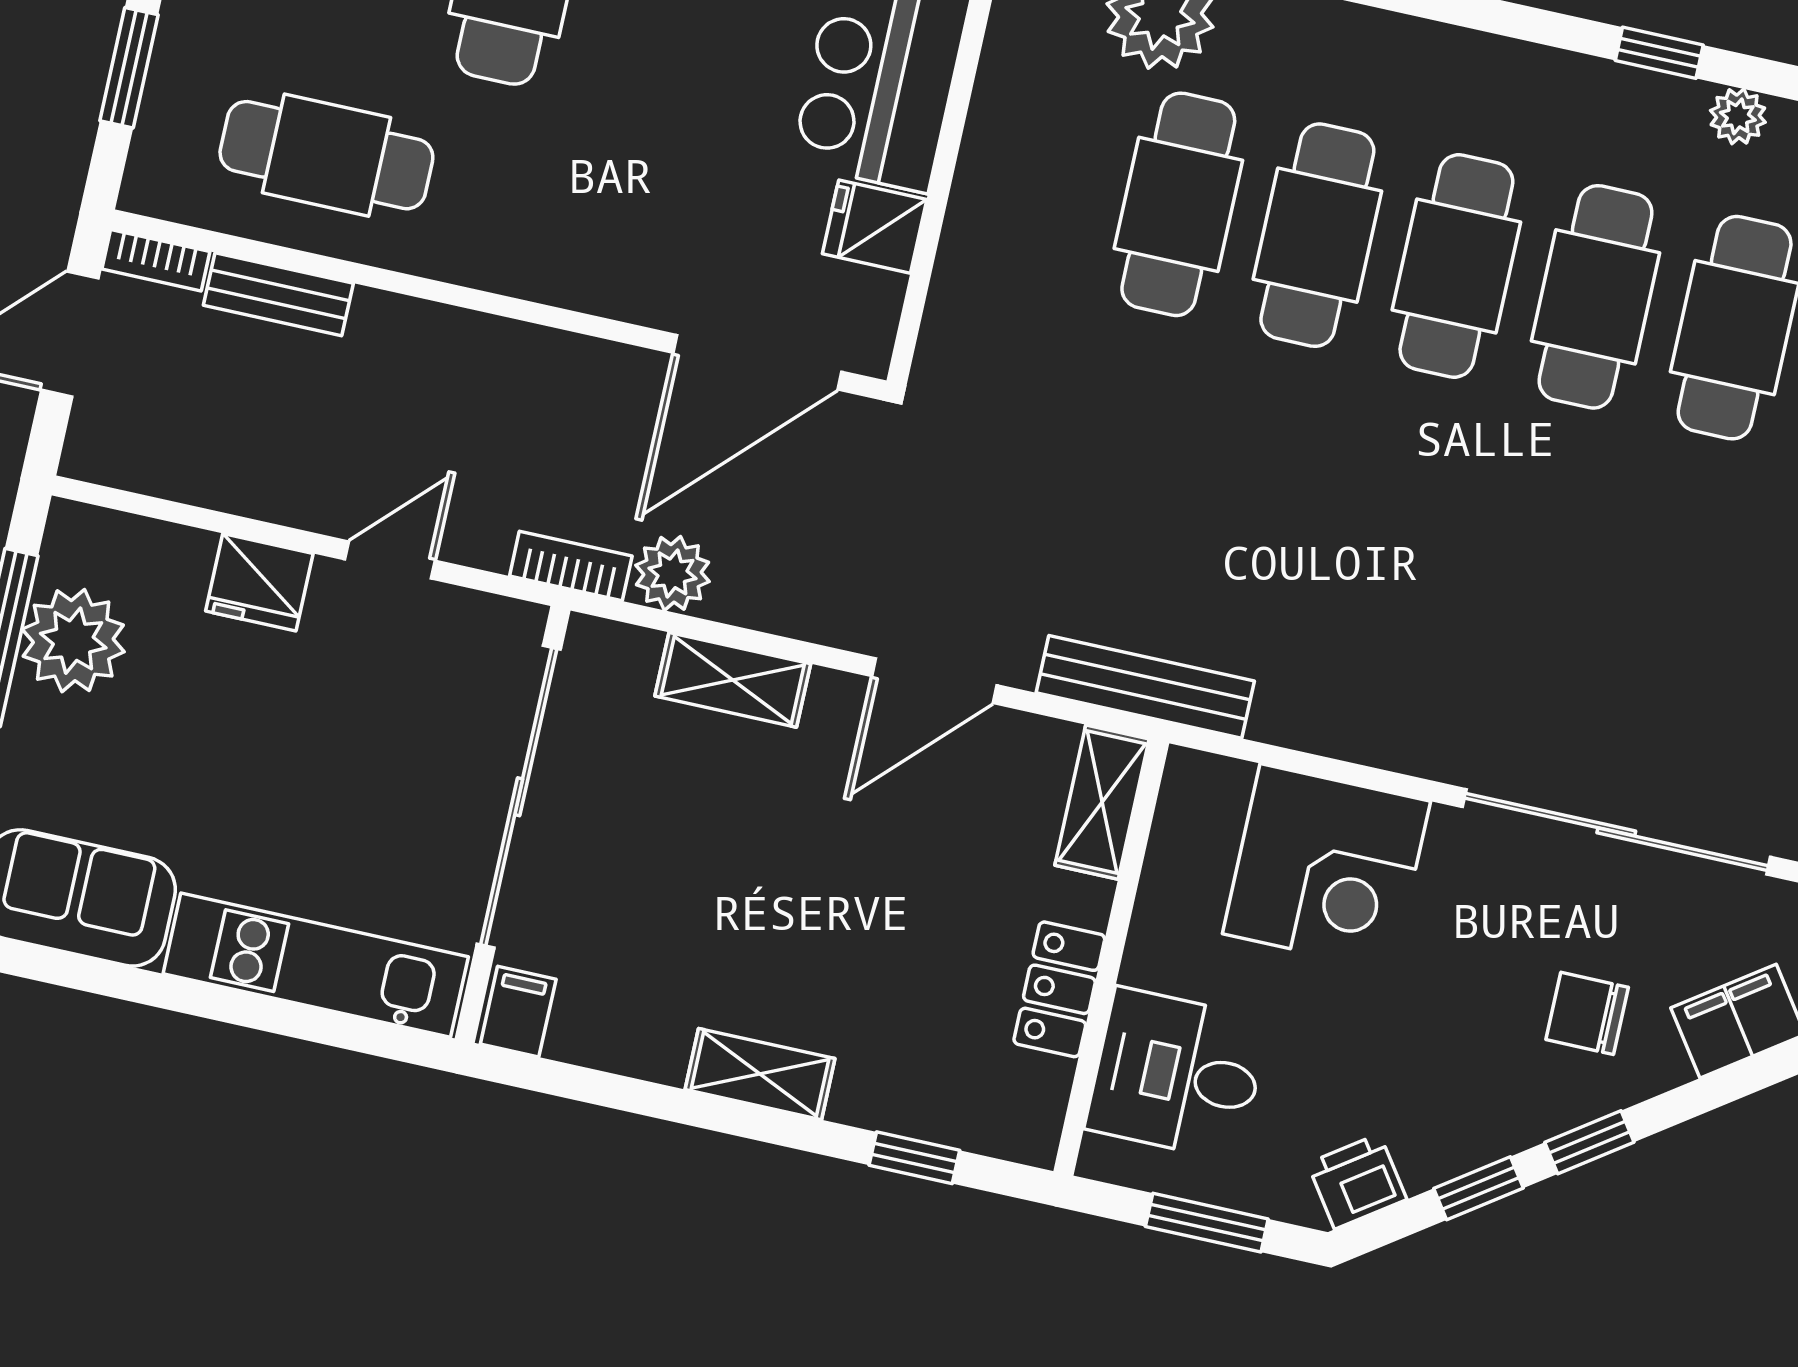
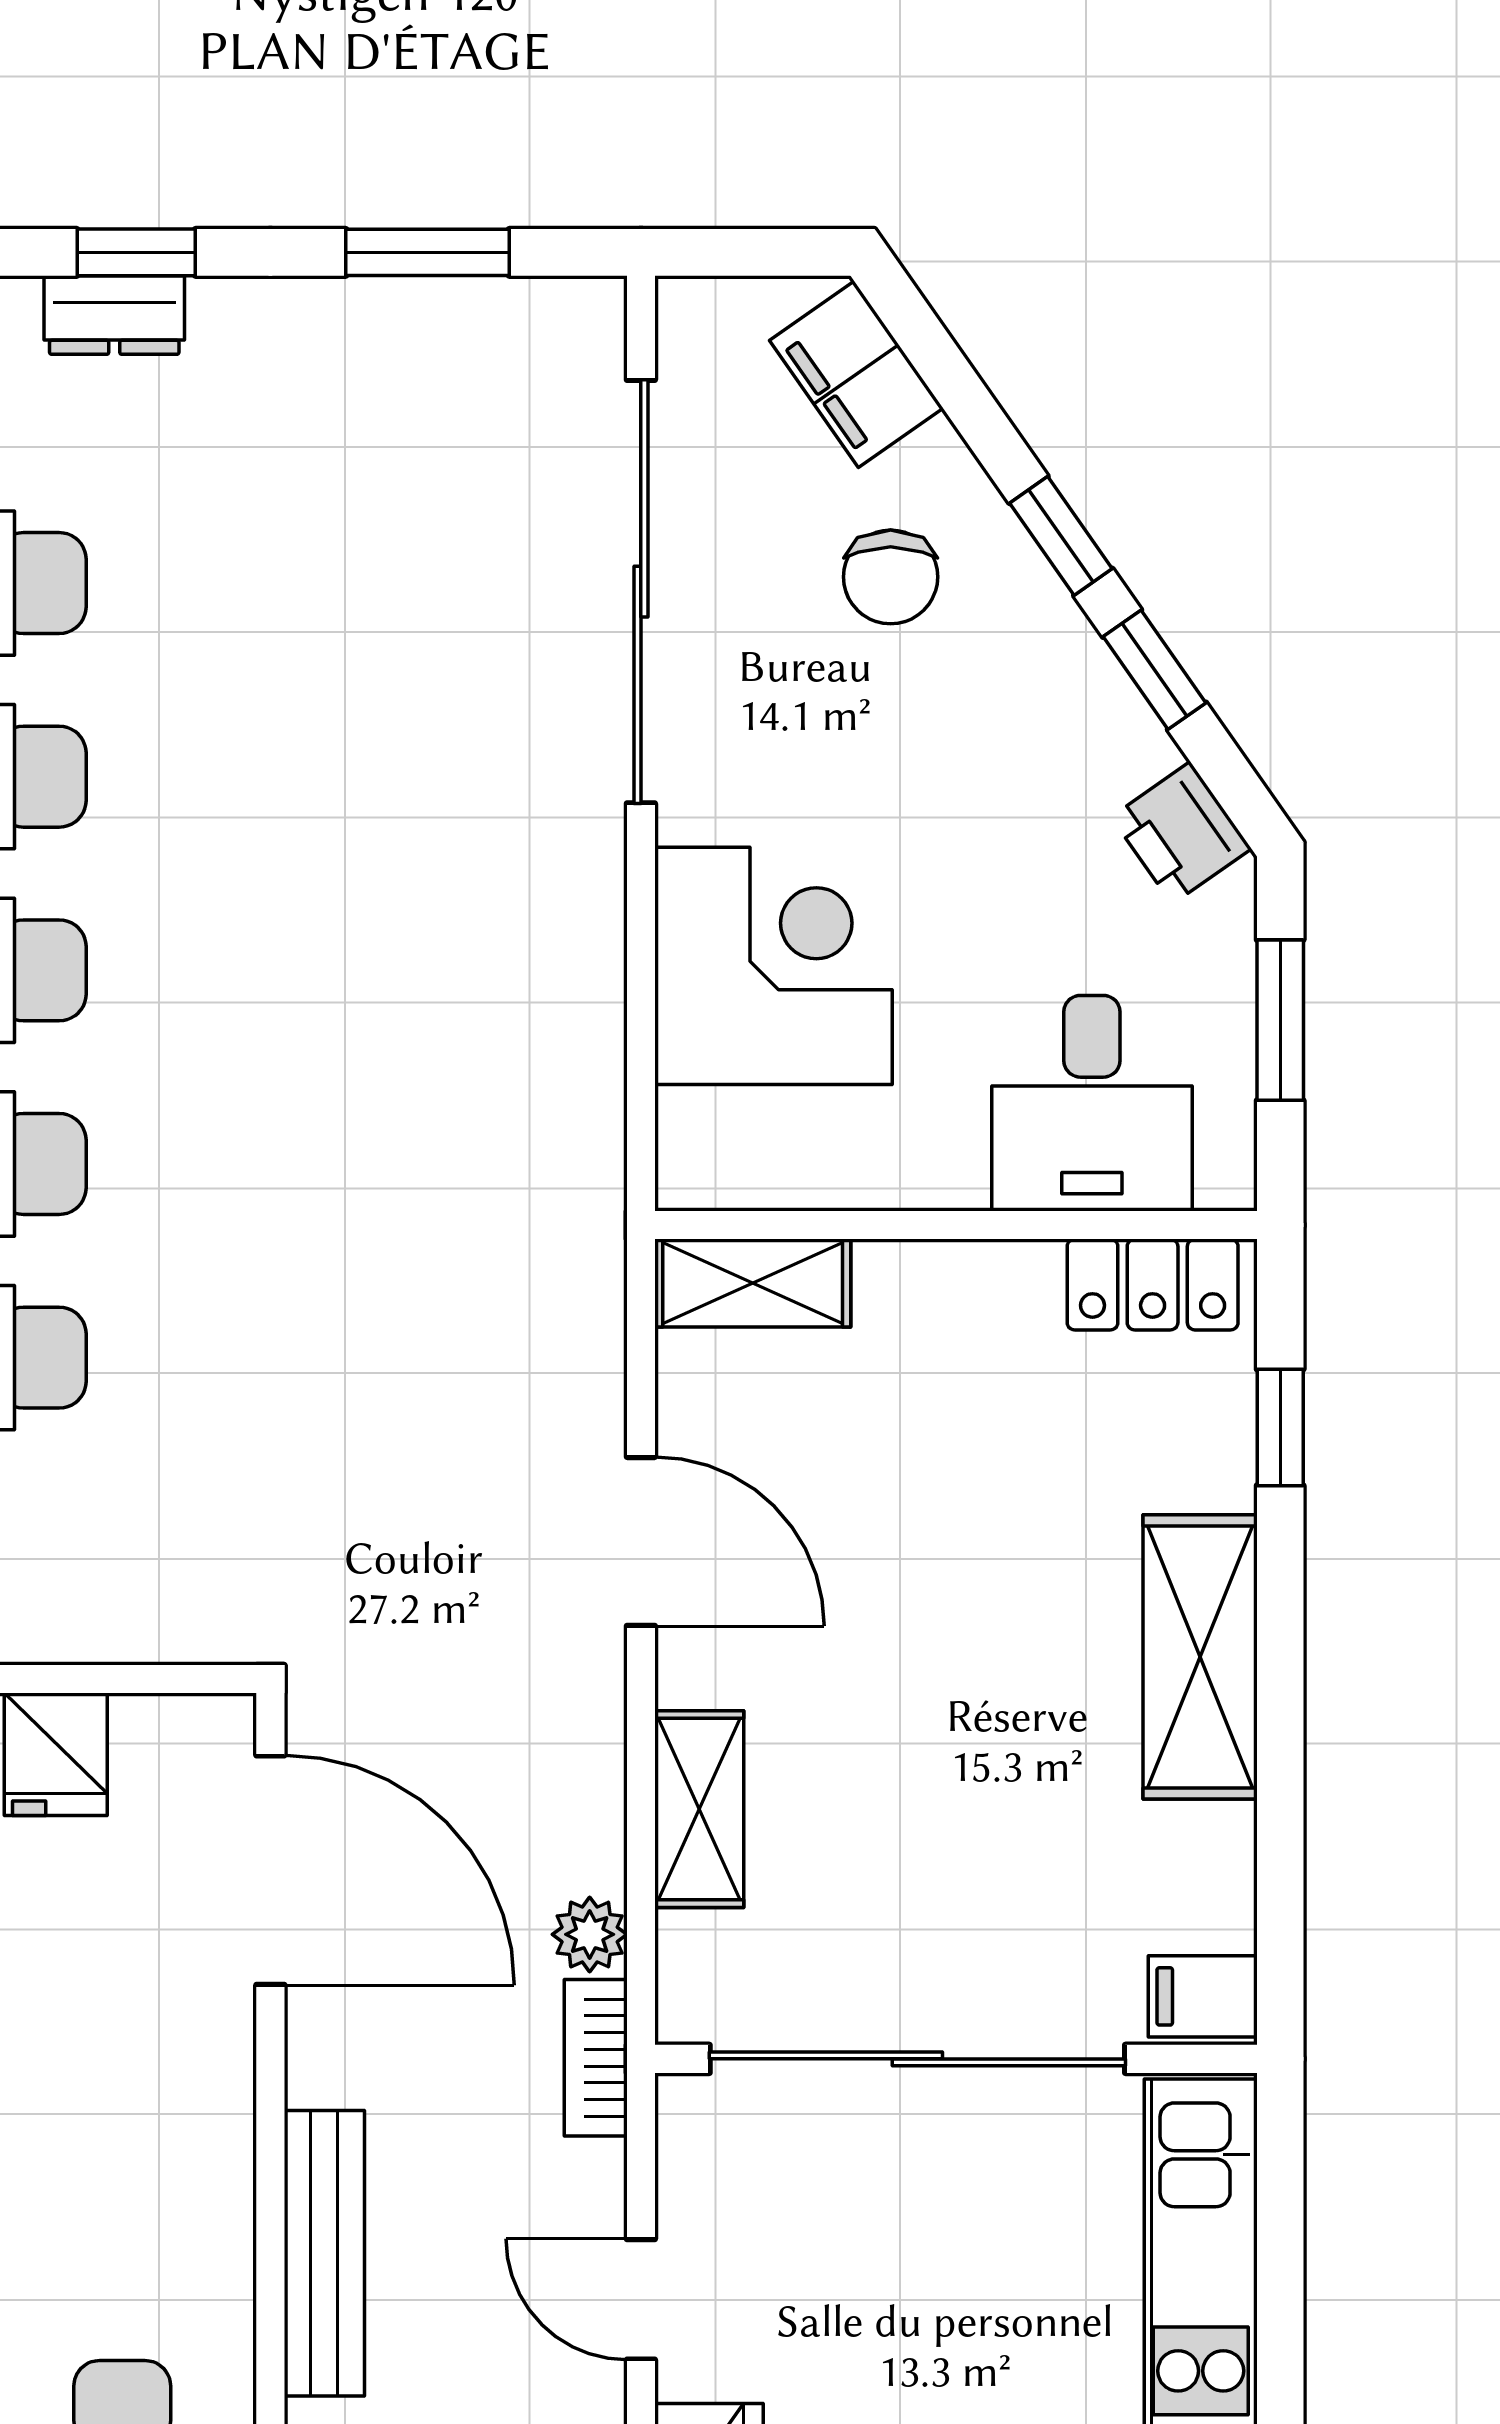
plant: (672, 573) -> (590, 1934), width x0.73, depth x0.73
bench: (1145, 687) -> (324, 2253), moved
locker: (1059, 989) -> (1153, 1285), moved
shelving: (760, 1074) -> (1200, 1657), width x1.50, depth x1.33

